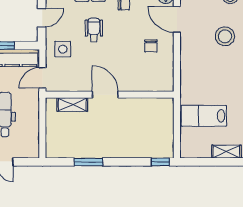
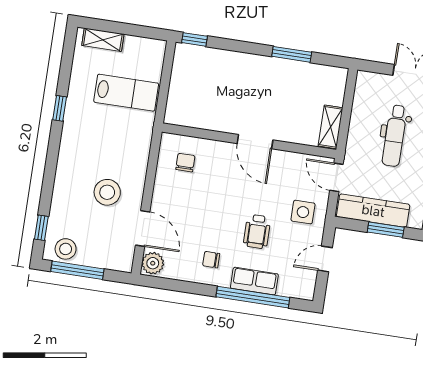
stool: (225, 36) -> (107, 192), moved
chair: (151, 46) -> (185, 163), moved
door: (42, 78) -> (336, 177), swing flipped
shelving: (72, 105) -> (331, 127), moved, turned 90

